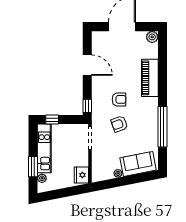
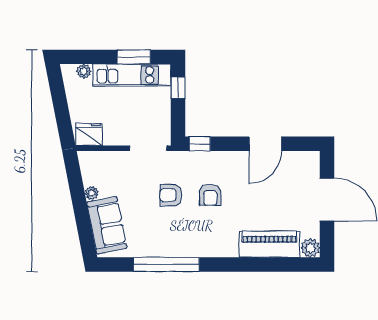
piano: (150, 78) -> (269, 244), moved
armchair: (119, 124) -> (171, 195), turned -70
window: (33, 167) -> (134, 57), moved

